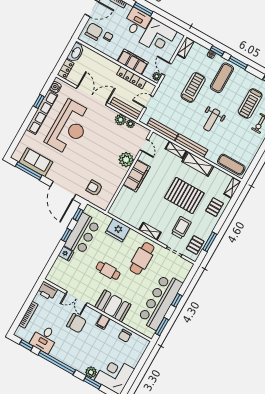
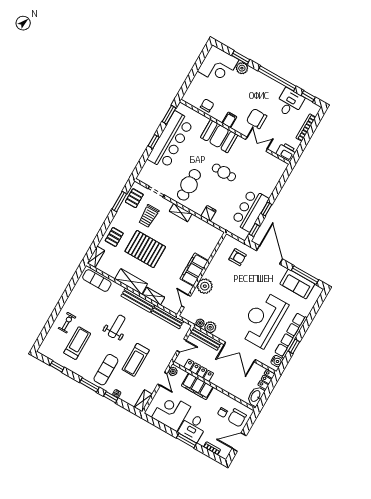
fridge: (118, 230) -> (209, 213), width x0.53, depth x0.75
fridge: (66, 254) -> (267, 190), removed

